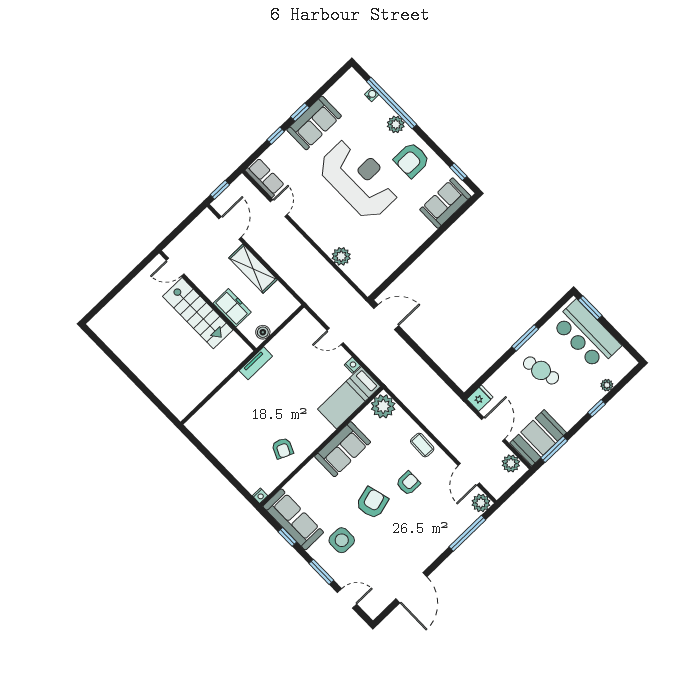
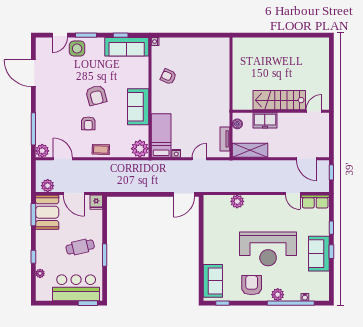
shelving: (253, 269) -> (250, 150), moved
tv unit: (256, 363) -> (225, 139), moved
side table: (342, 540) -> (77, 49), moved

